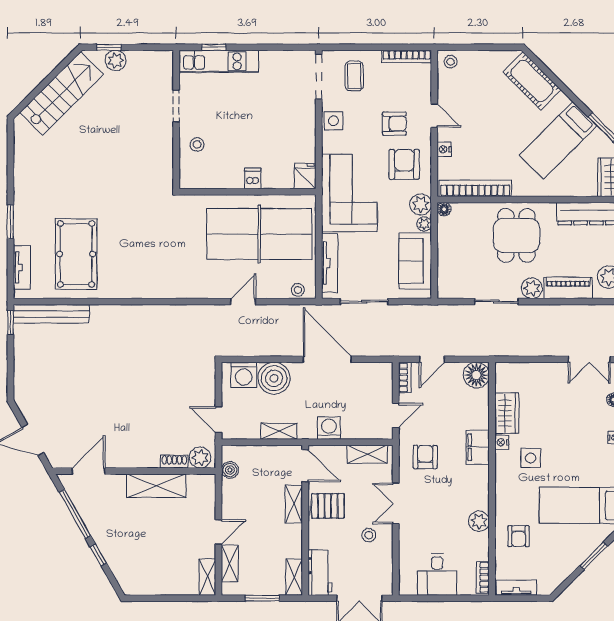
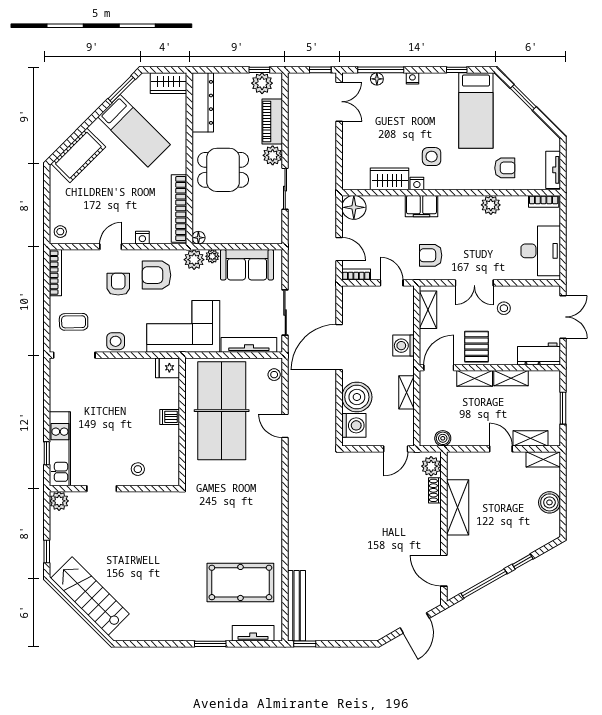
plant: (116, 60) -> (59, 501), moved
desk: (437, 574) -> (541, 251), width x1.37
shelving: (294, 577) -> (511, 378), moved
boiler: (161, 584) -> (549, 502), added

